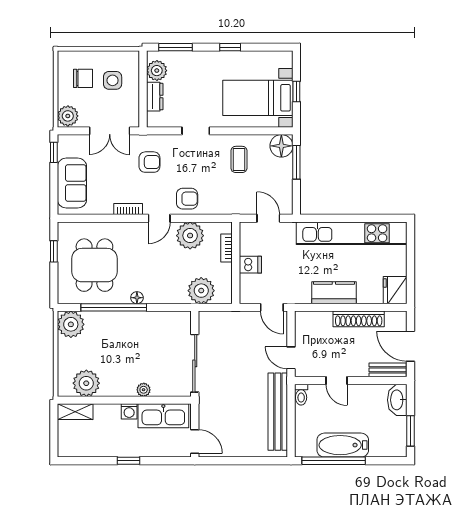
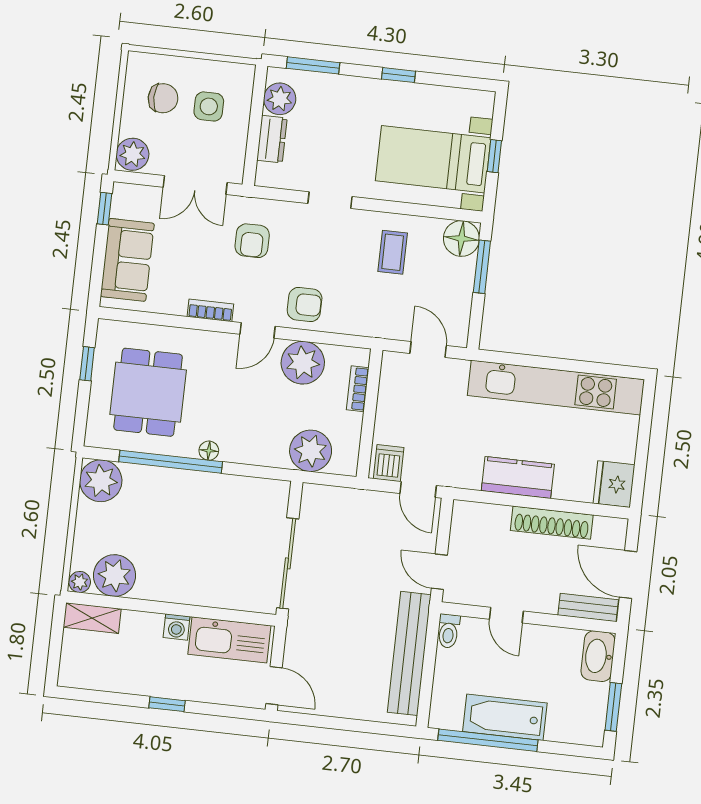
armchair: (149, 162) -> (252, 241), turned 90
dishwasher: (250, 265) -> (389, 463), moved, turned -90
plant: (144, 390) -> (80, 582), moved

